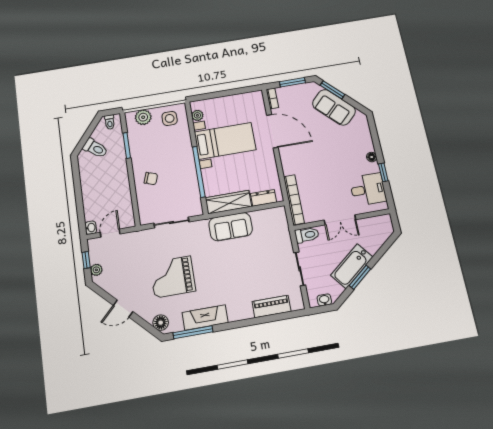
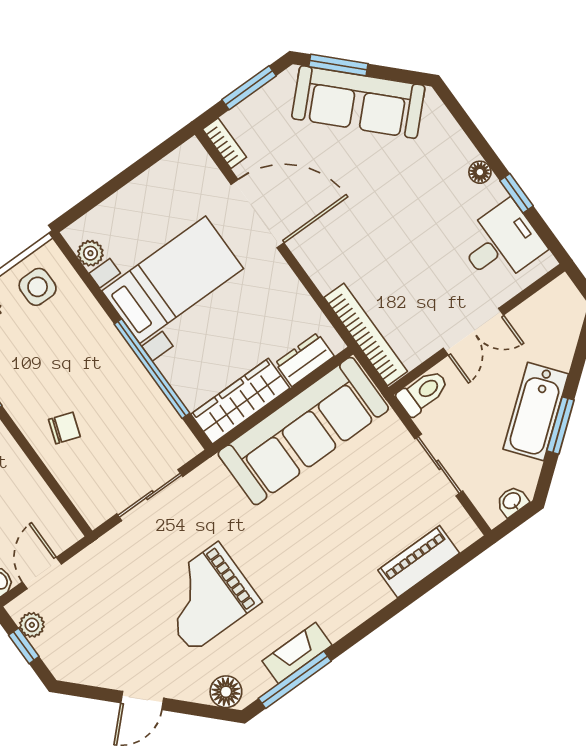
sofa: (334, 107) -> (358, 102), width x1.36
sofa: (231, 227) -> (303, 431), width x1.85, depth x1.27
plant: (96, 270) -> (32, 625), moved
fireplace: (205, 318) -> (297, 653), width x0.73, depth x0.76

